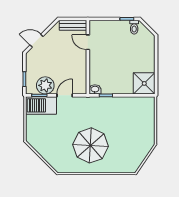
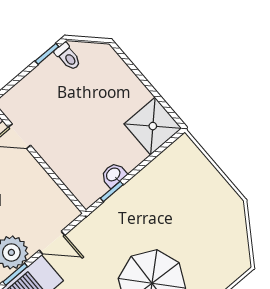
washbasin: (95, 89) -> (114, 175), moved
door: (65, 95) -> (52, 243), swing flipped

